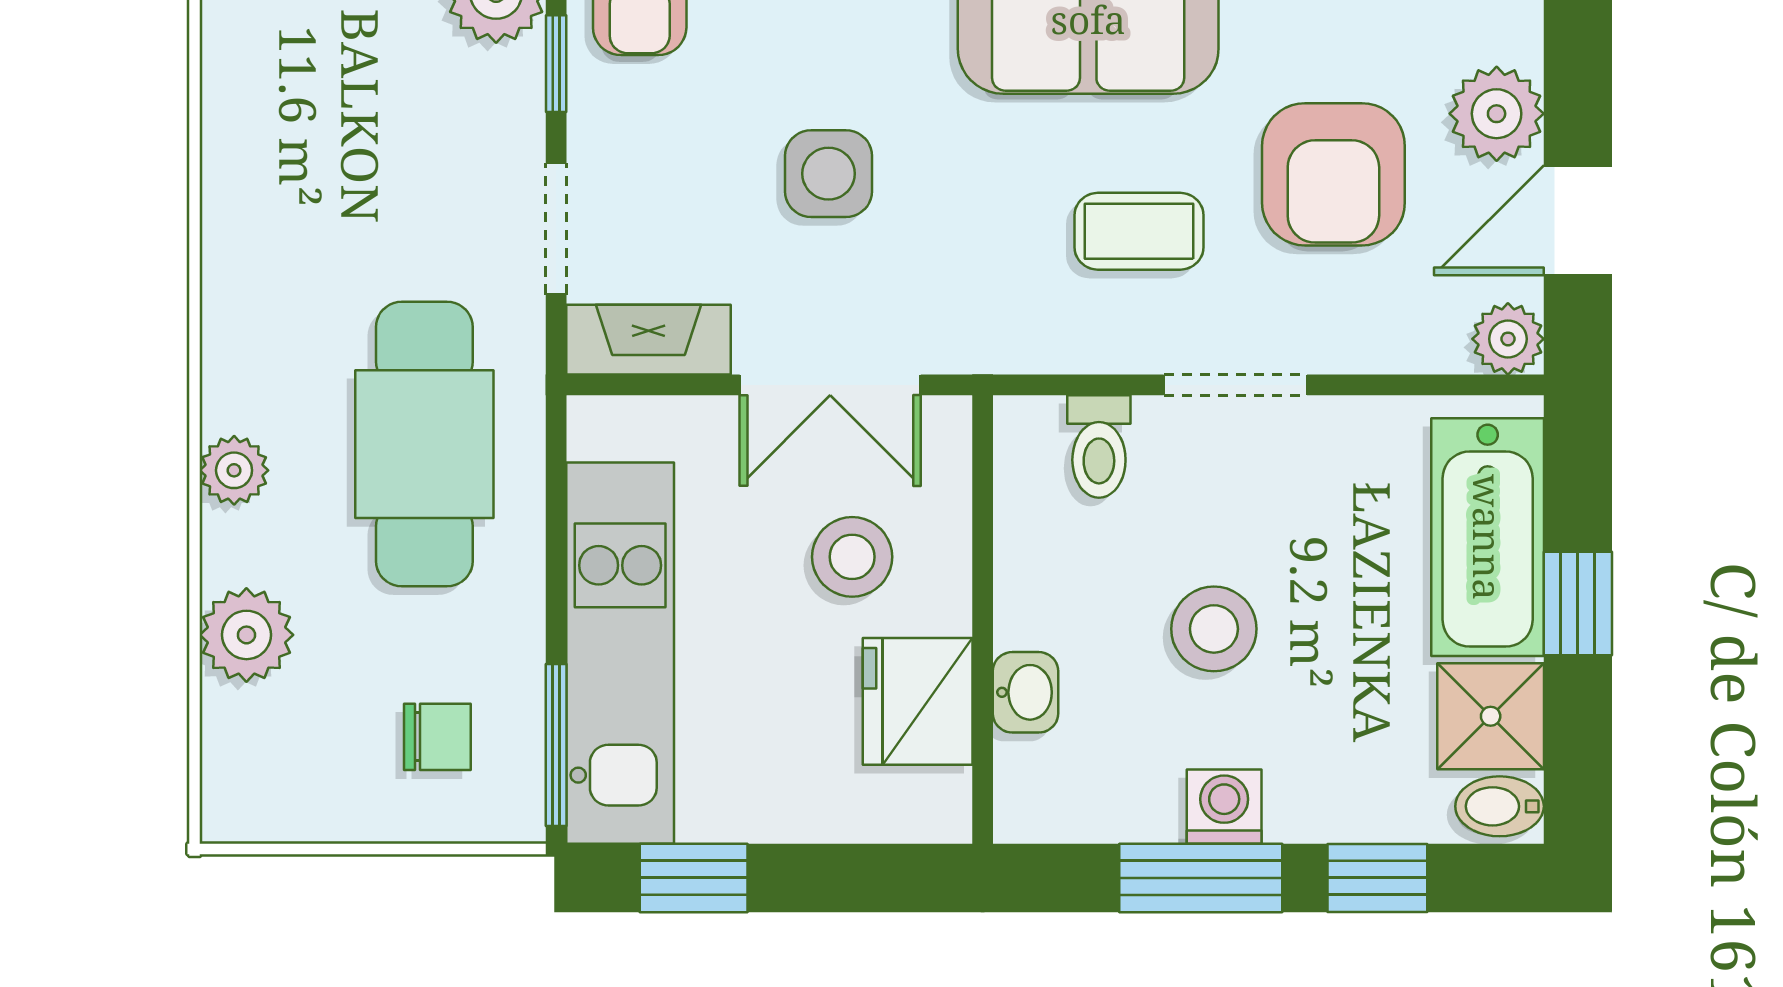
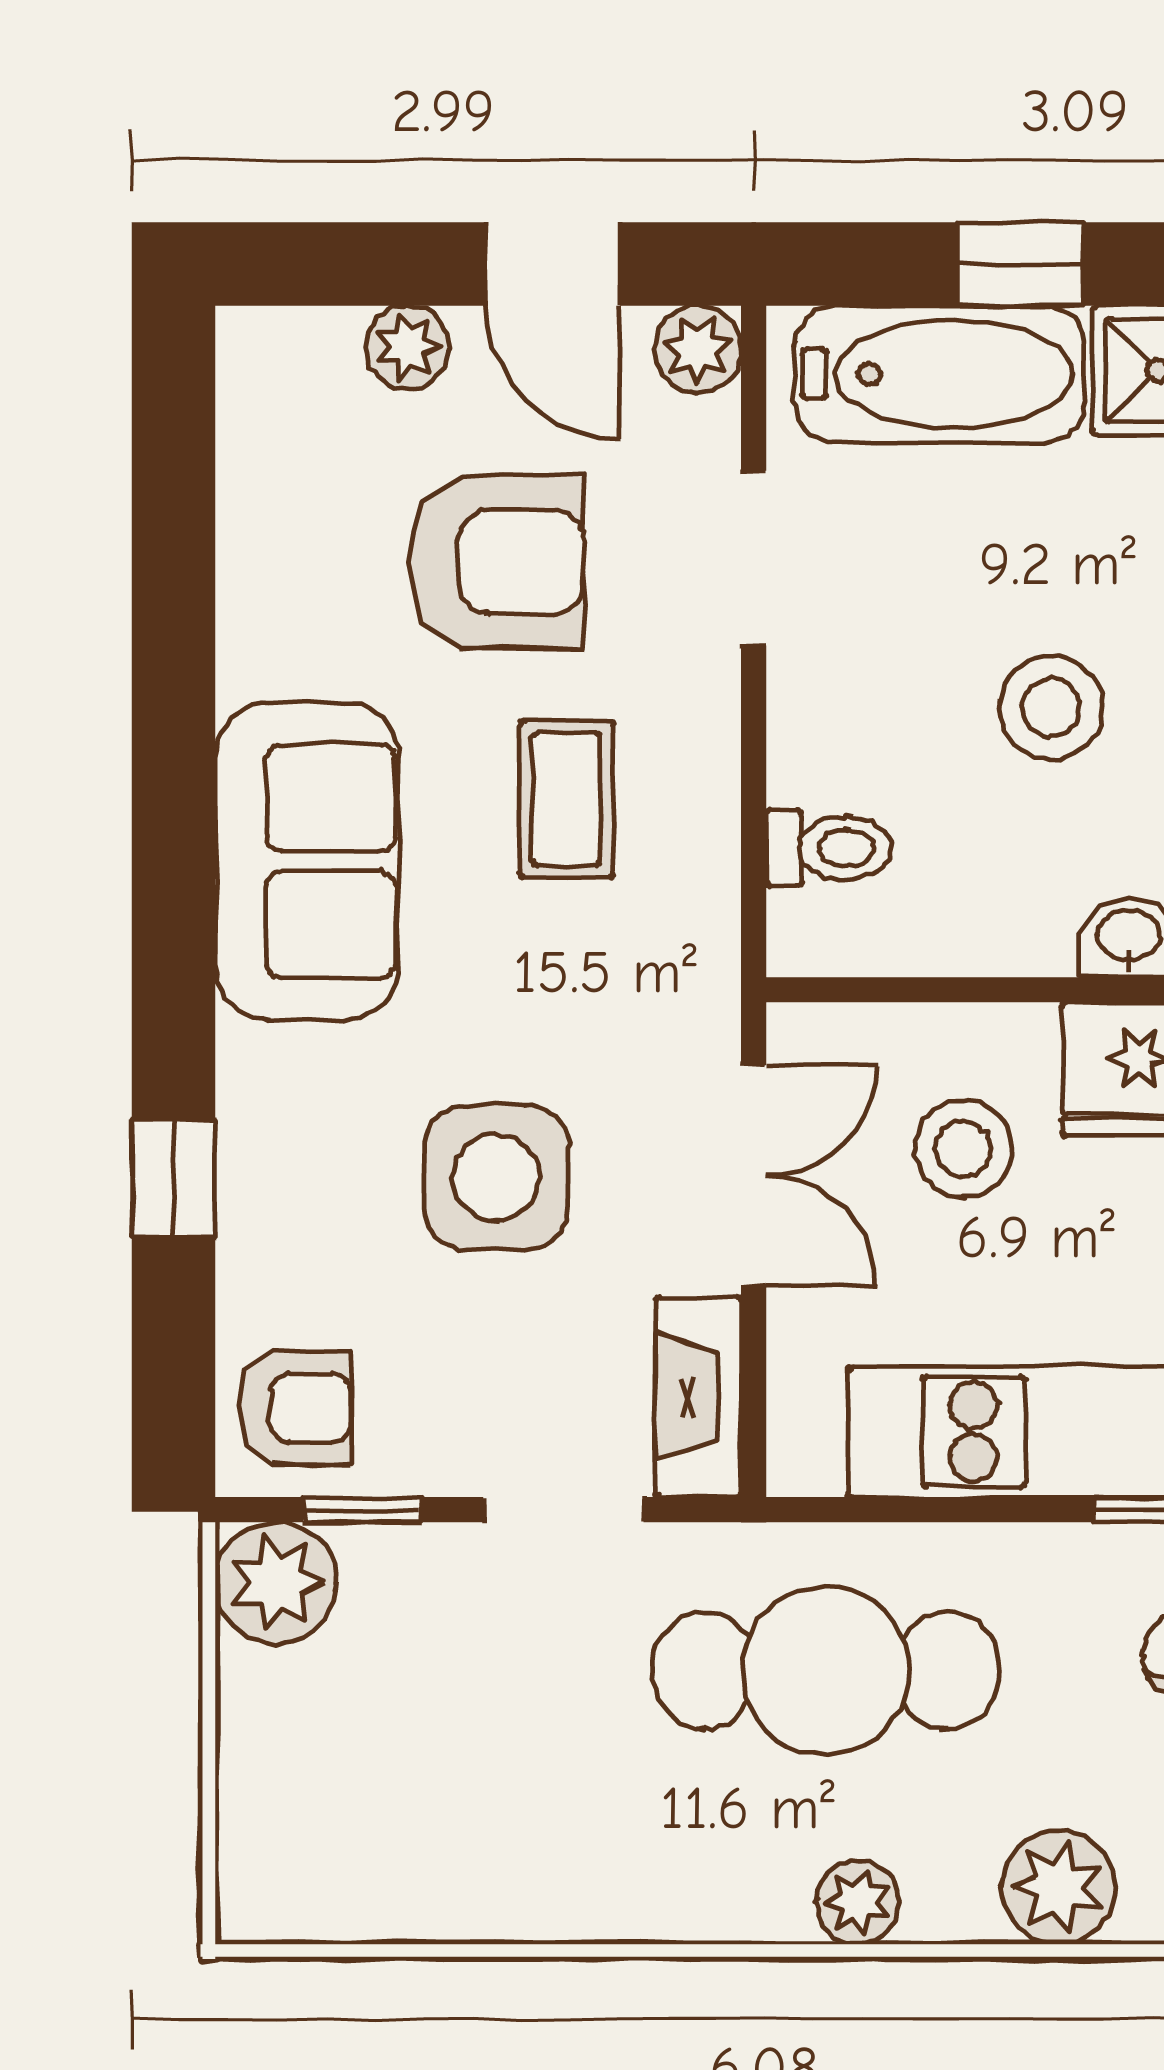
plant: (1497, 114) -> (407, 347), width x0.73, depth x0.73
side table: (829, 174) -> (496, 1178), width x1.37, depth x1.37
doorway: (1235, 385) -> (754, 558), moved

